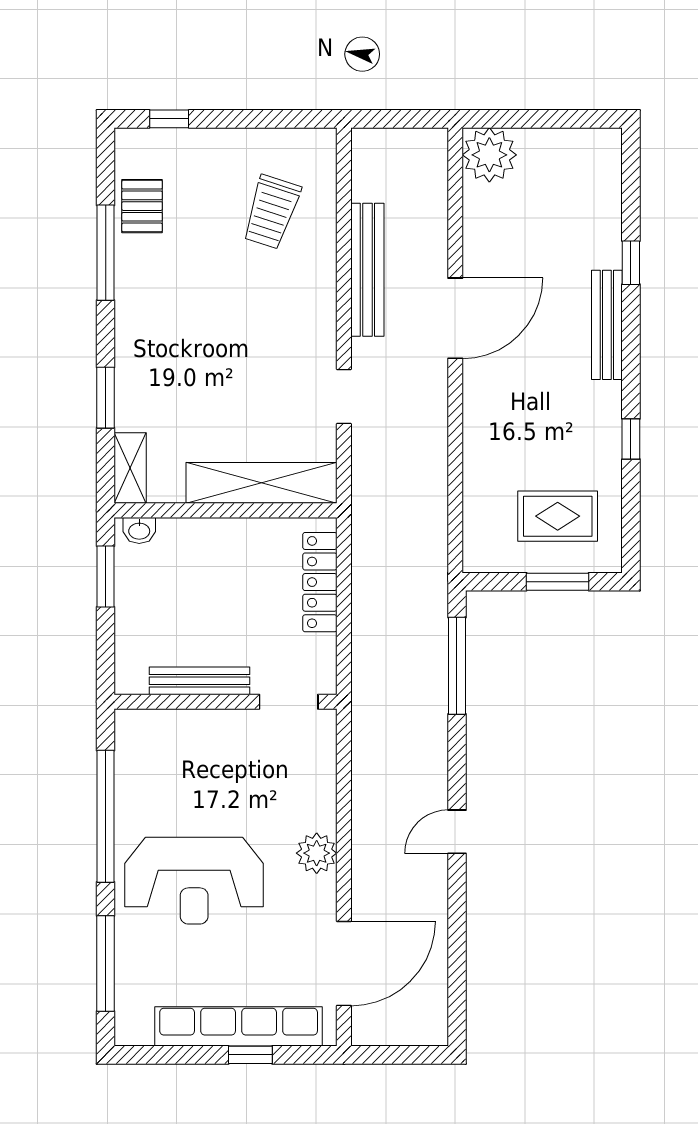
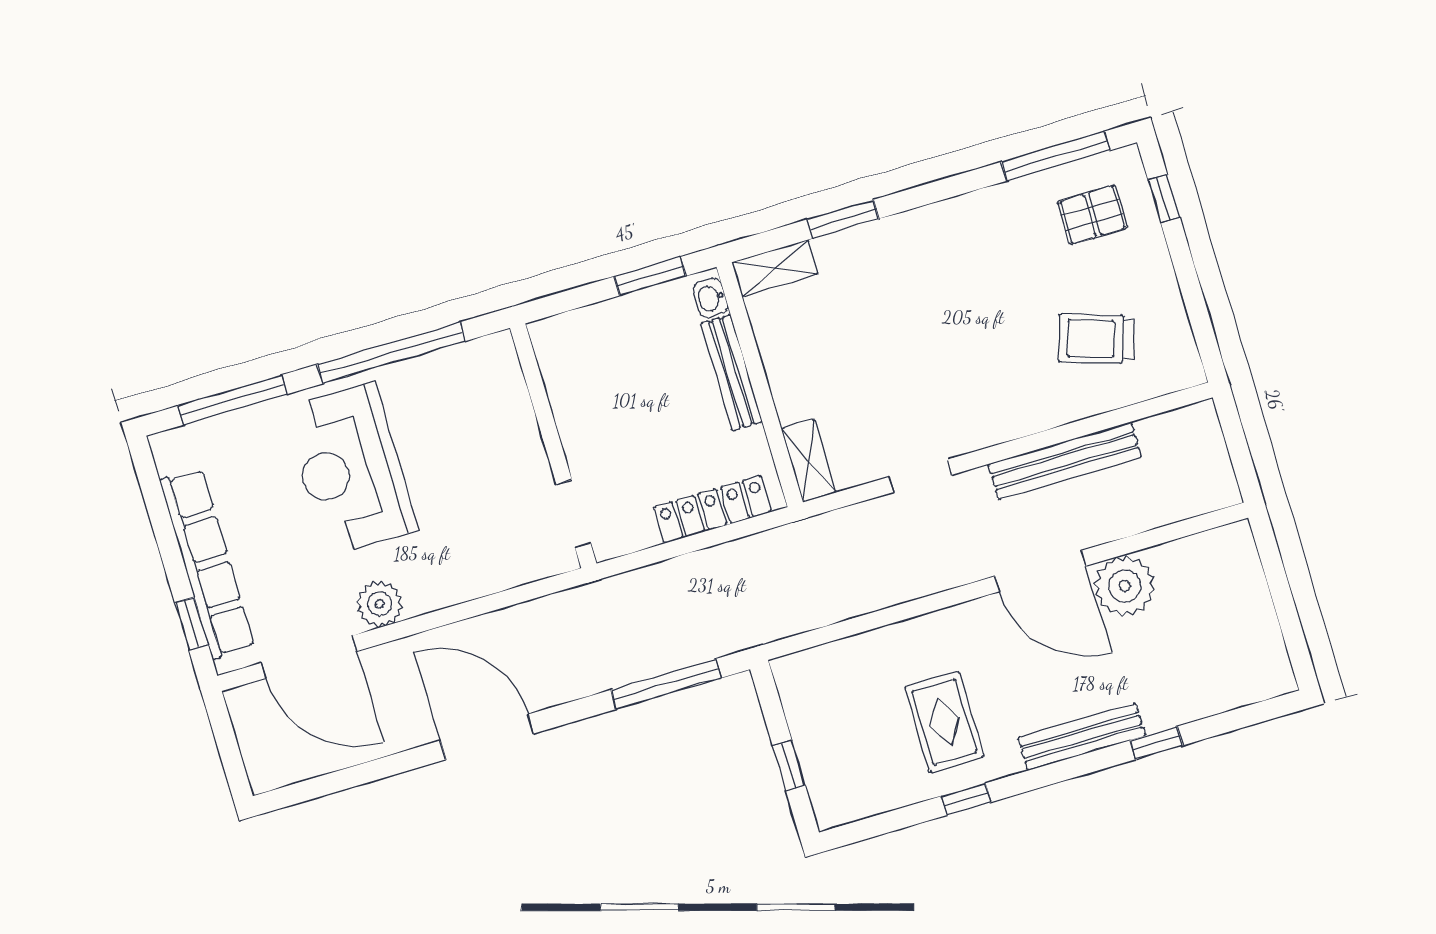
plant: (489, 155) -> (1125, 586), moved
pallet: (142, 206) -> (1092, 215), moved
window: (106, 253) -> (1056, 156), moved
shelving: (262, 483) -> (808, 461), width x0.45, depth x0.75
rug: (558, 516) -> (944, 722), moved
window: (558, 582) -> (789, 766), width x0.67
bench: (199, 681) -> (732, 373), moved
door: (457, 832) -> (487, 737), width x1.88
plant: (317, 853) -> (380, 604), moved
window: (250, 1055) -> (191, 624), moved

